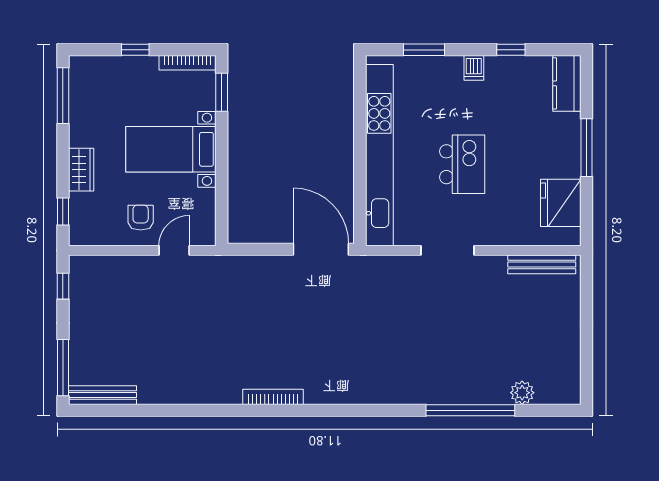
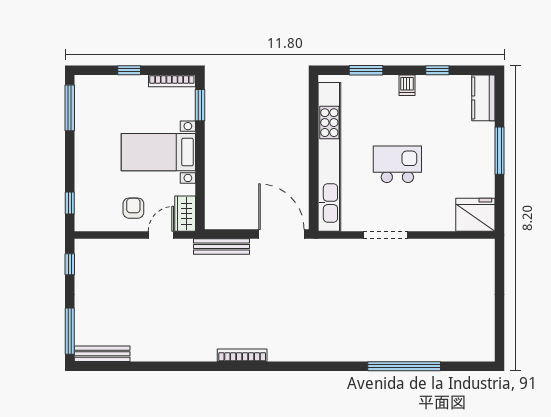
kitchen island: (462, 164) -> (397, 164), turned -90
wardrobe: (81, 170) -> (185, 214), moved, turned 180
fridge: (561, 203) -> (475, 215), moved, turned 90
bench: (542, 264) -> (221, 247), moved
plant: (522, 393) -> (447, 352), removed

